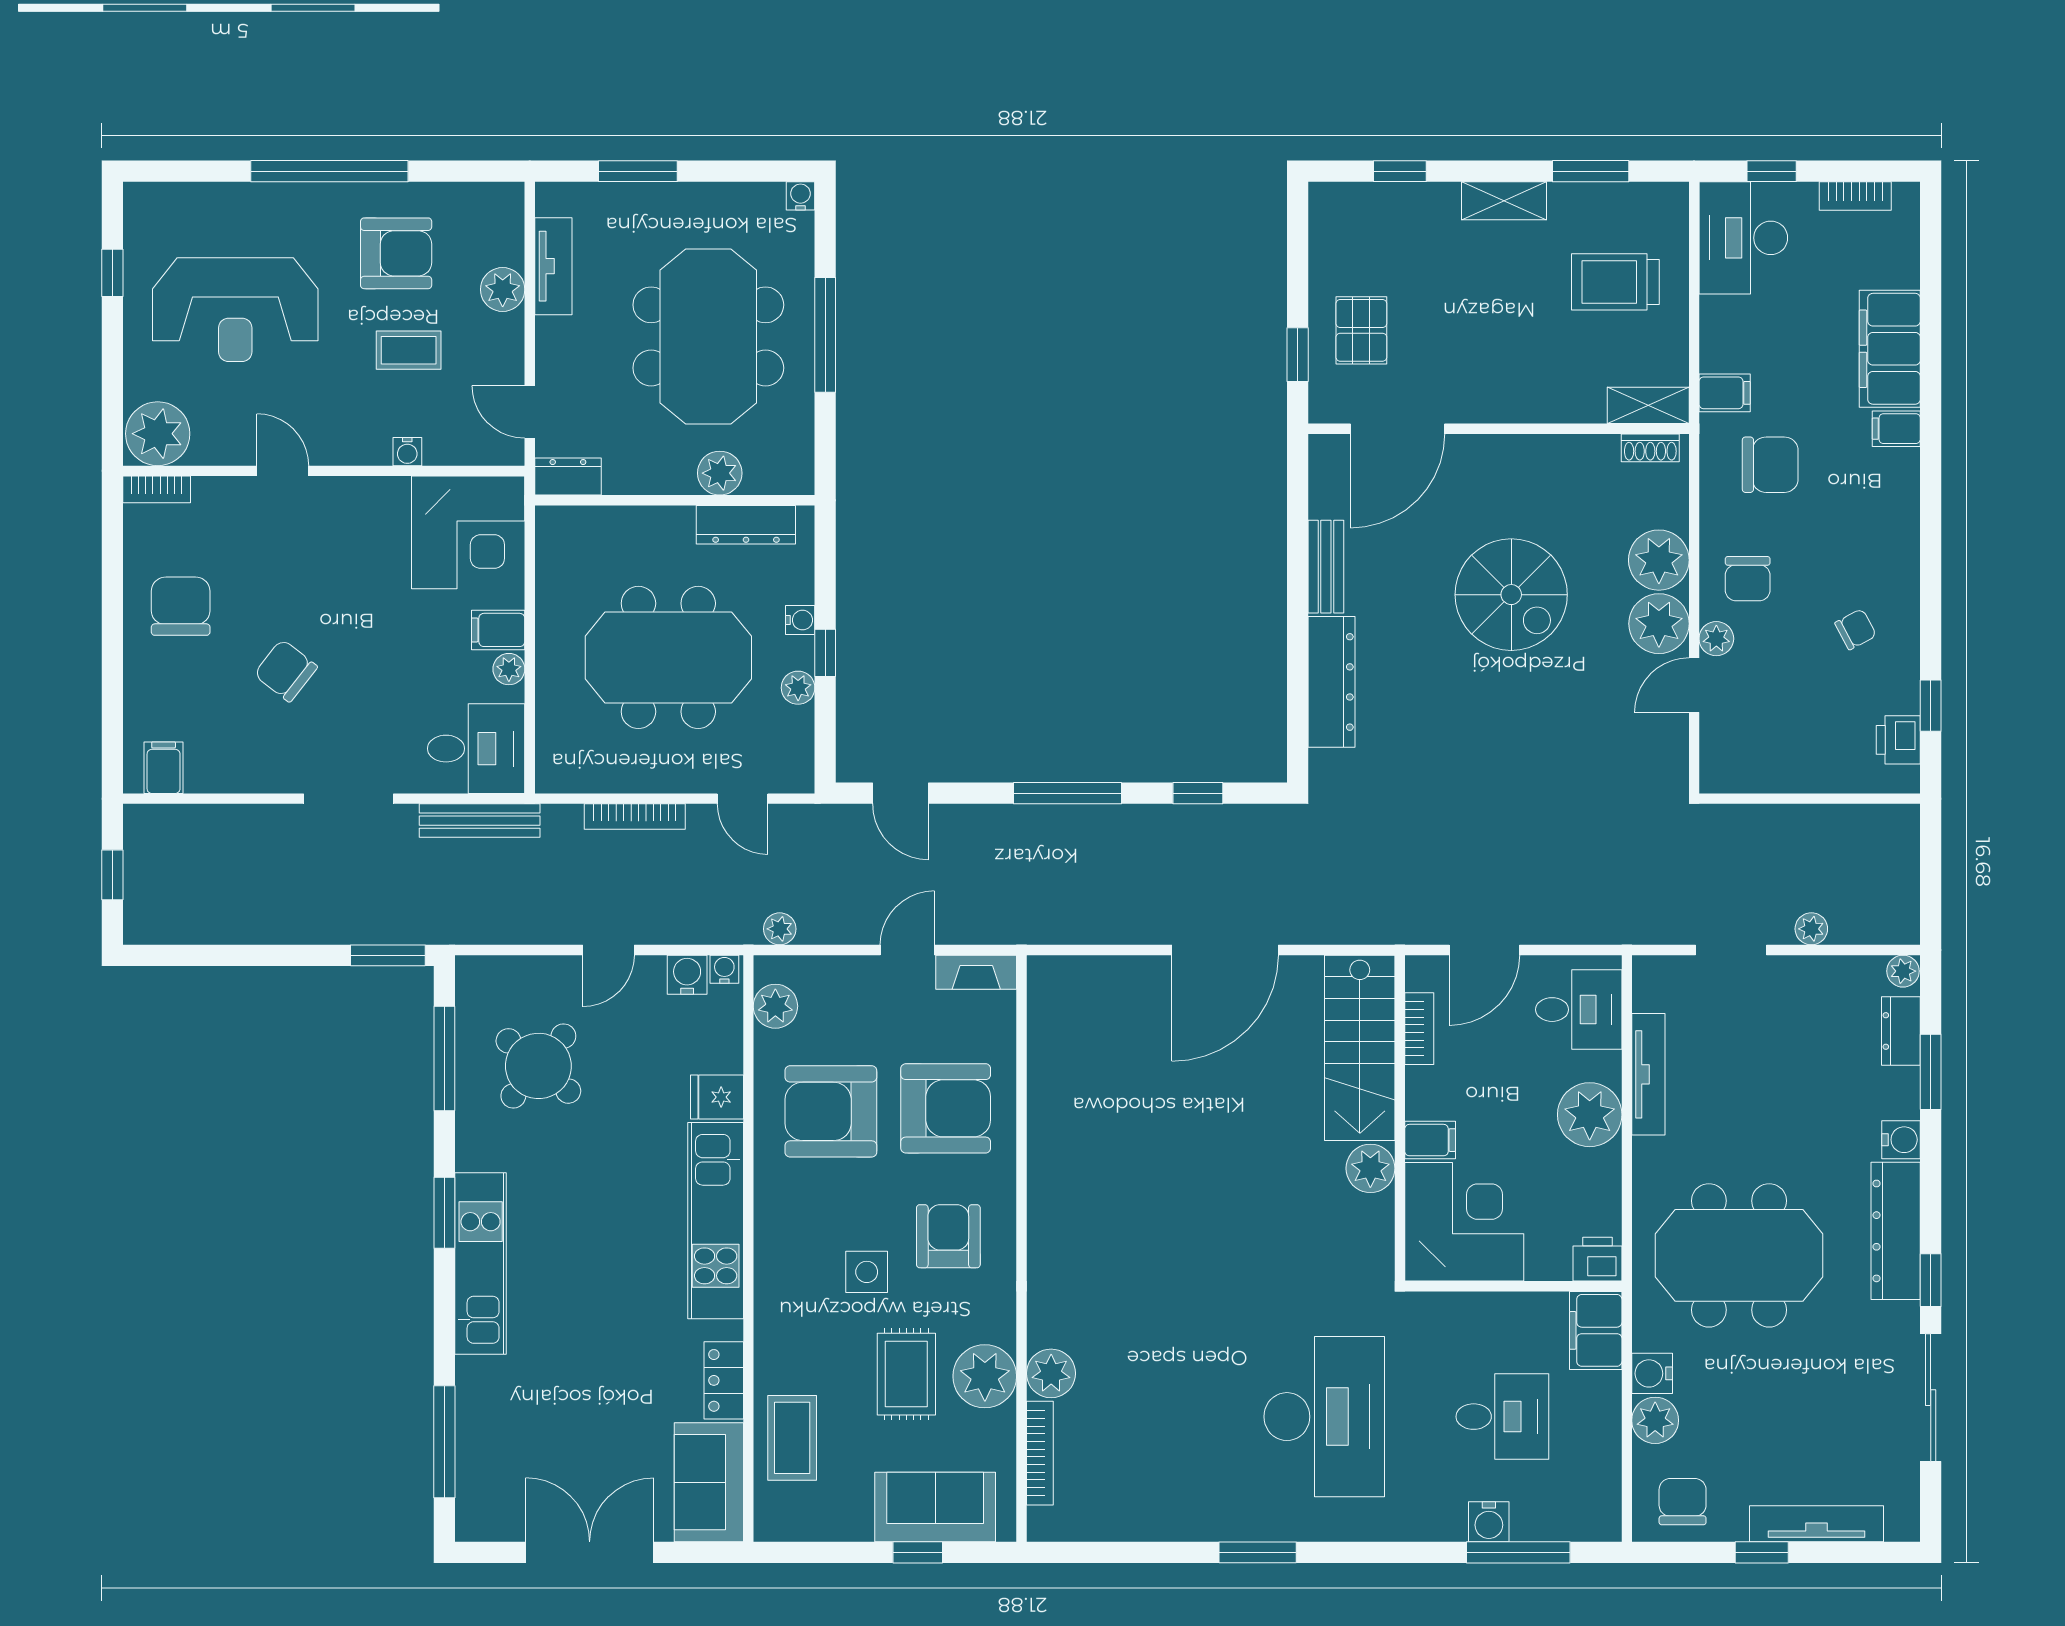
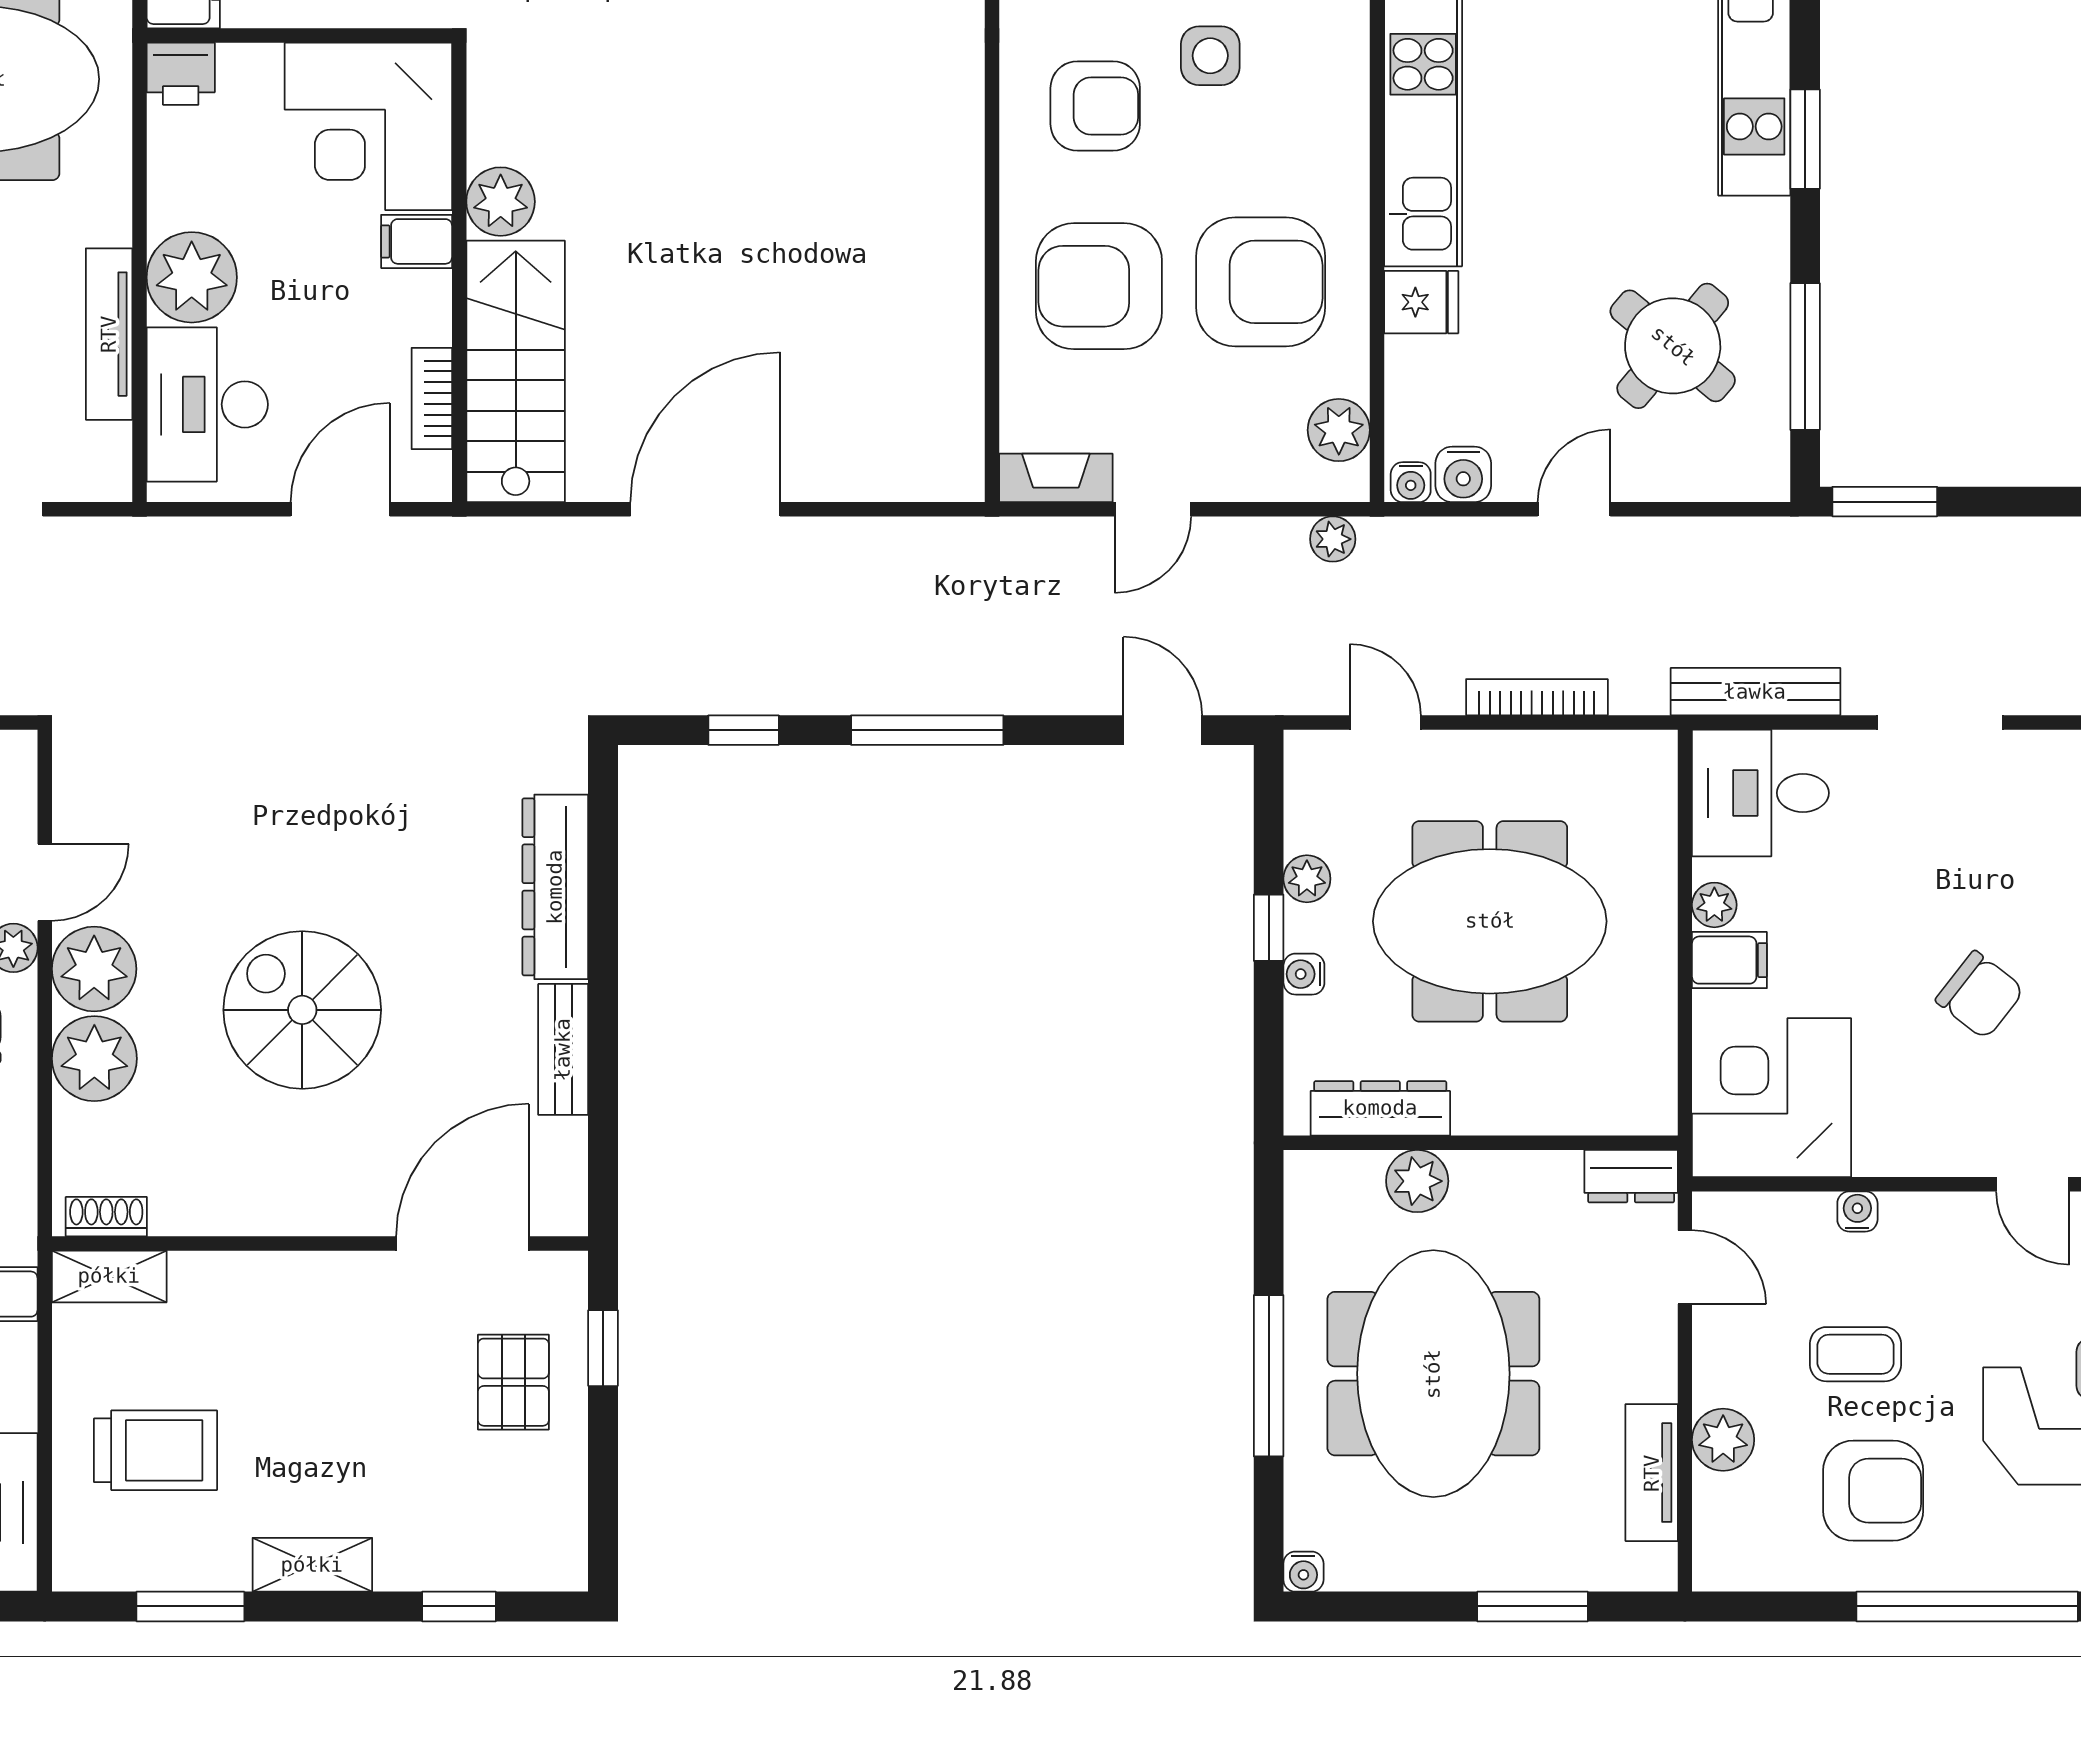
armchair: (396, 253) -> (1873, 1491), turned 180
chair: (286, 671) -> (1980, 995), moved
desk: (1579, 1010) -> (207, 404), width x1.37
armchair: (948, 1236) -> (1095, 106), turned -90

